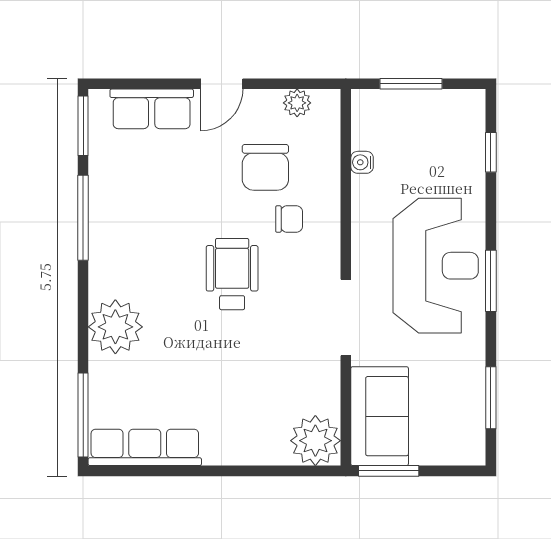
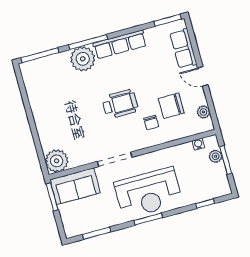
plant: (397, 103) -> (216, 156), added
water cooler: (362, 162) -> (198, 144), moved
window: (83, 218) -> (88, 42), moved
row of seats: (145, 447) -> (120, 44), moved, turned 90

